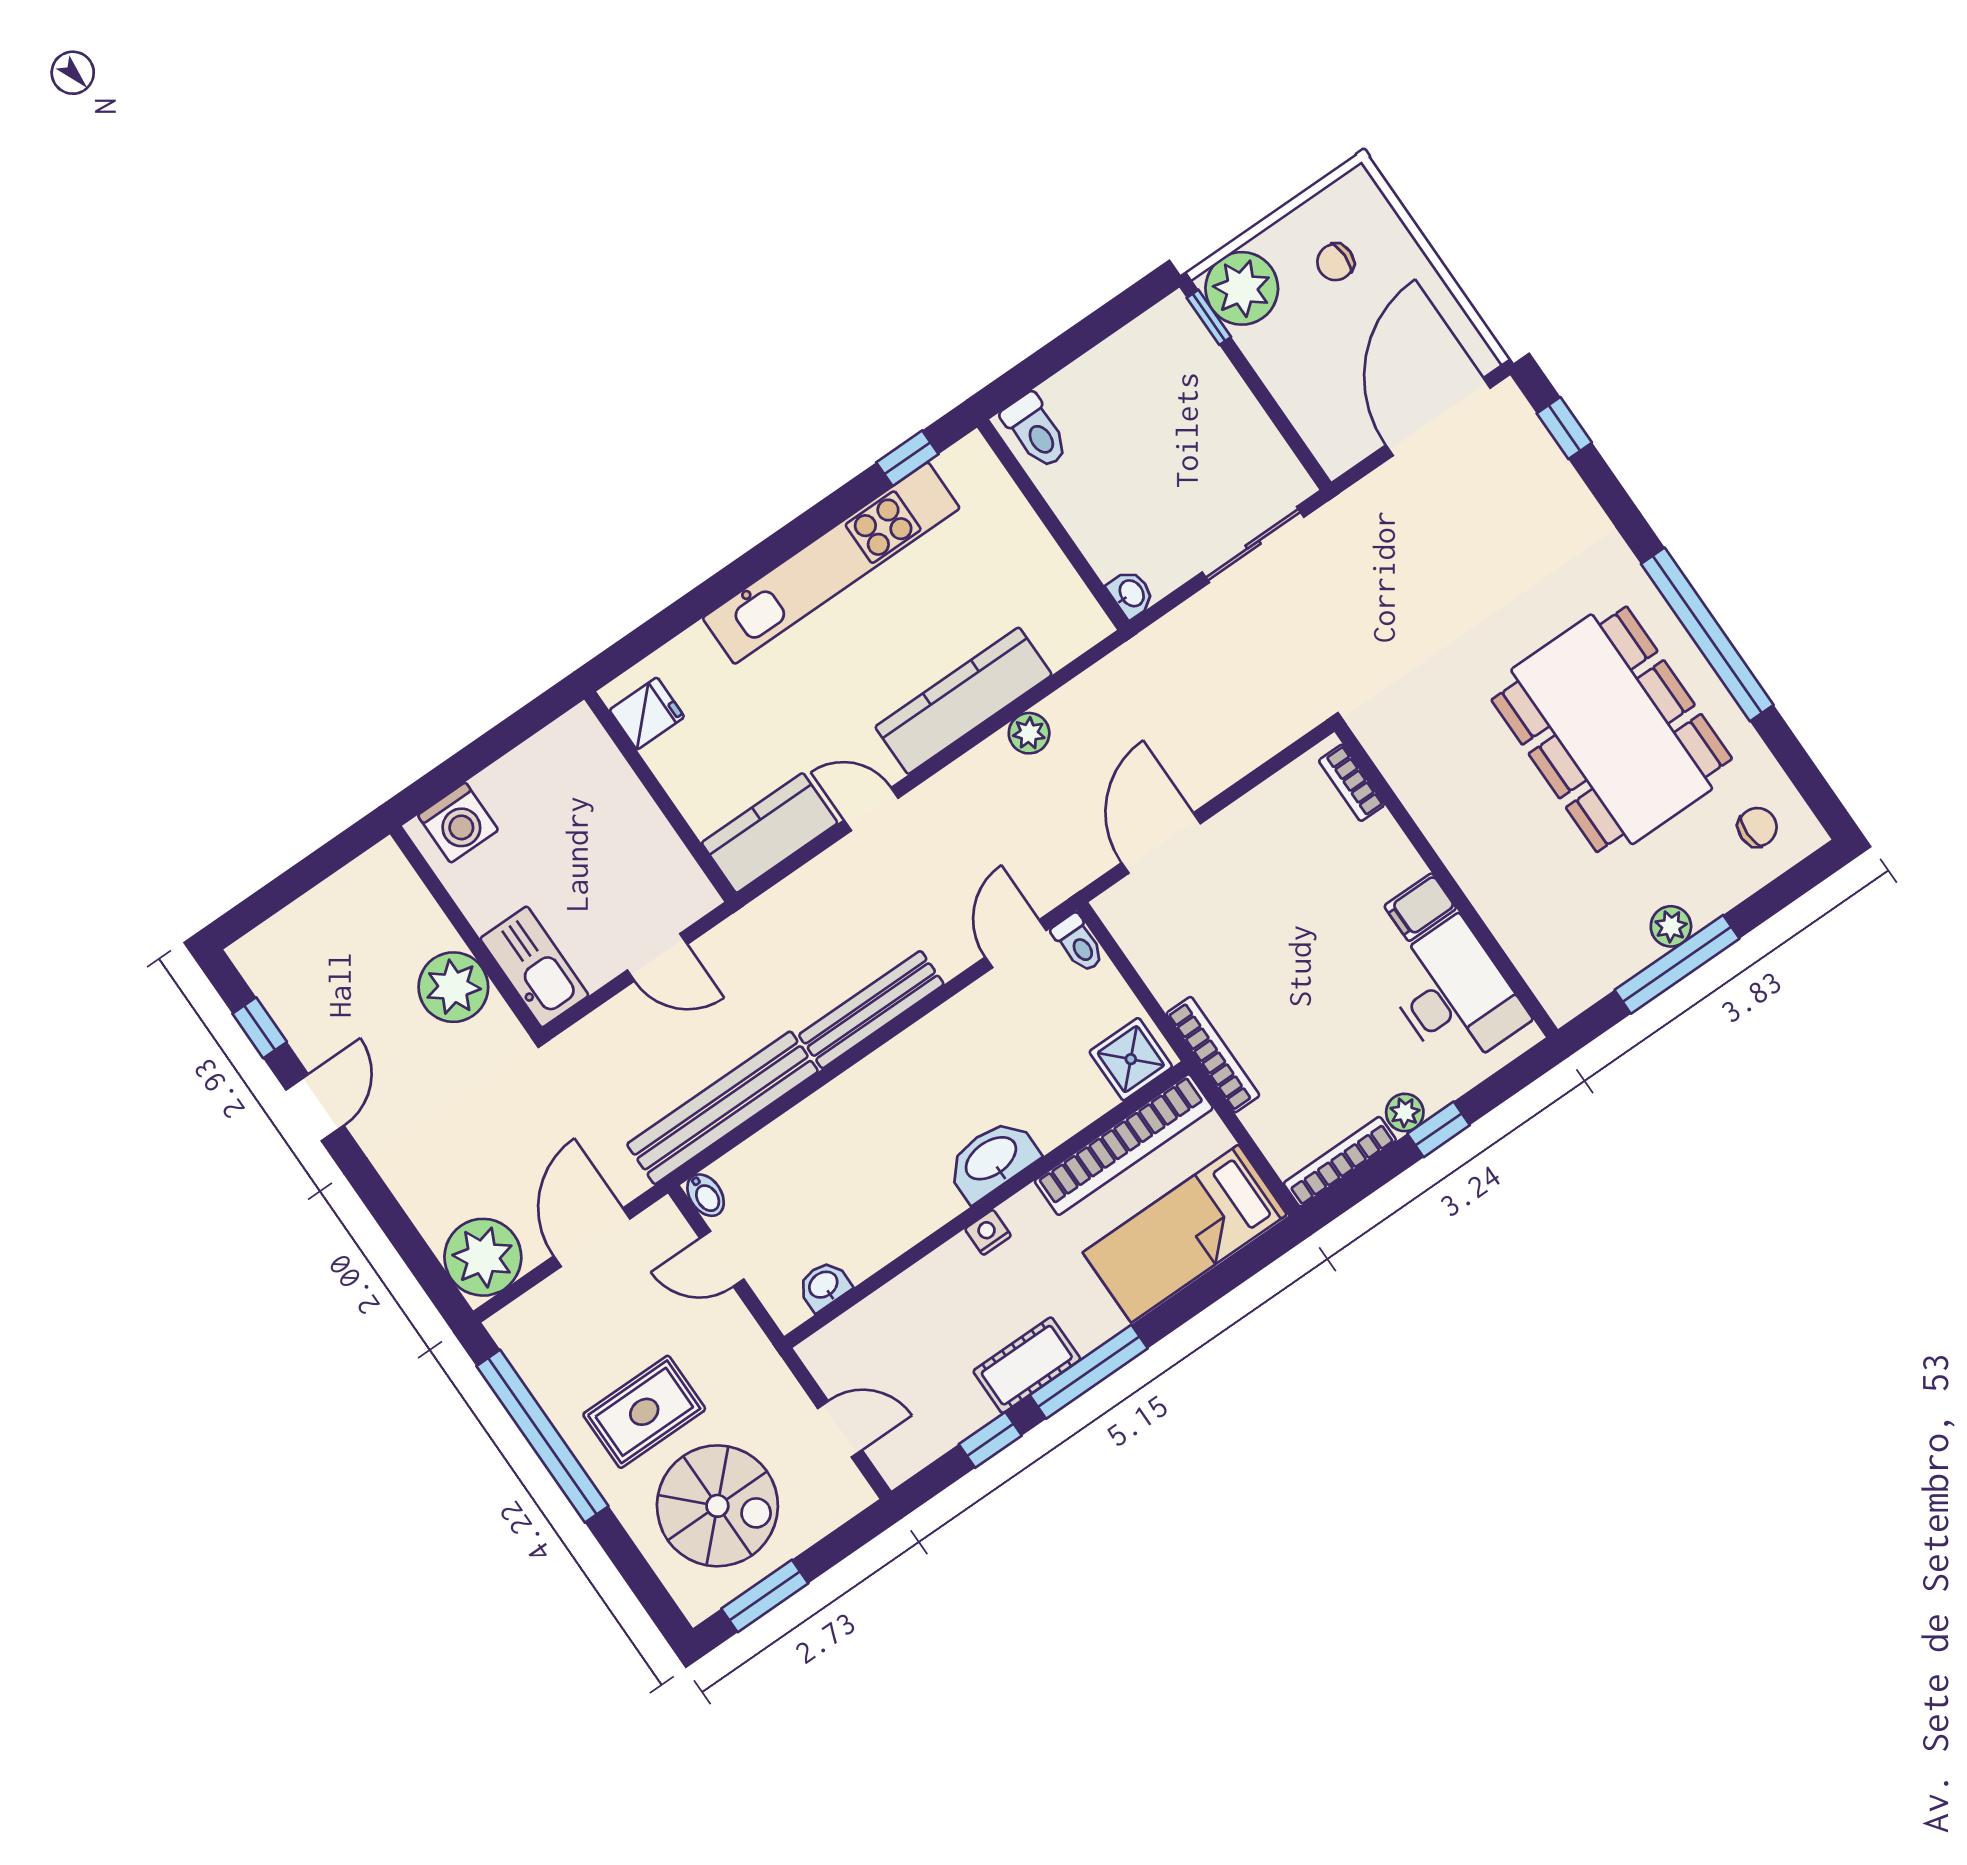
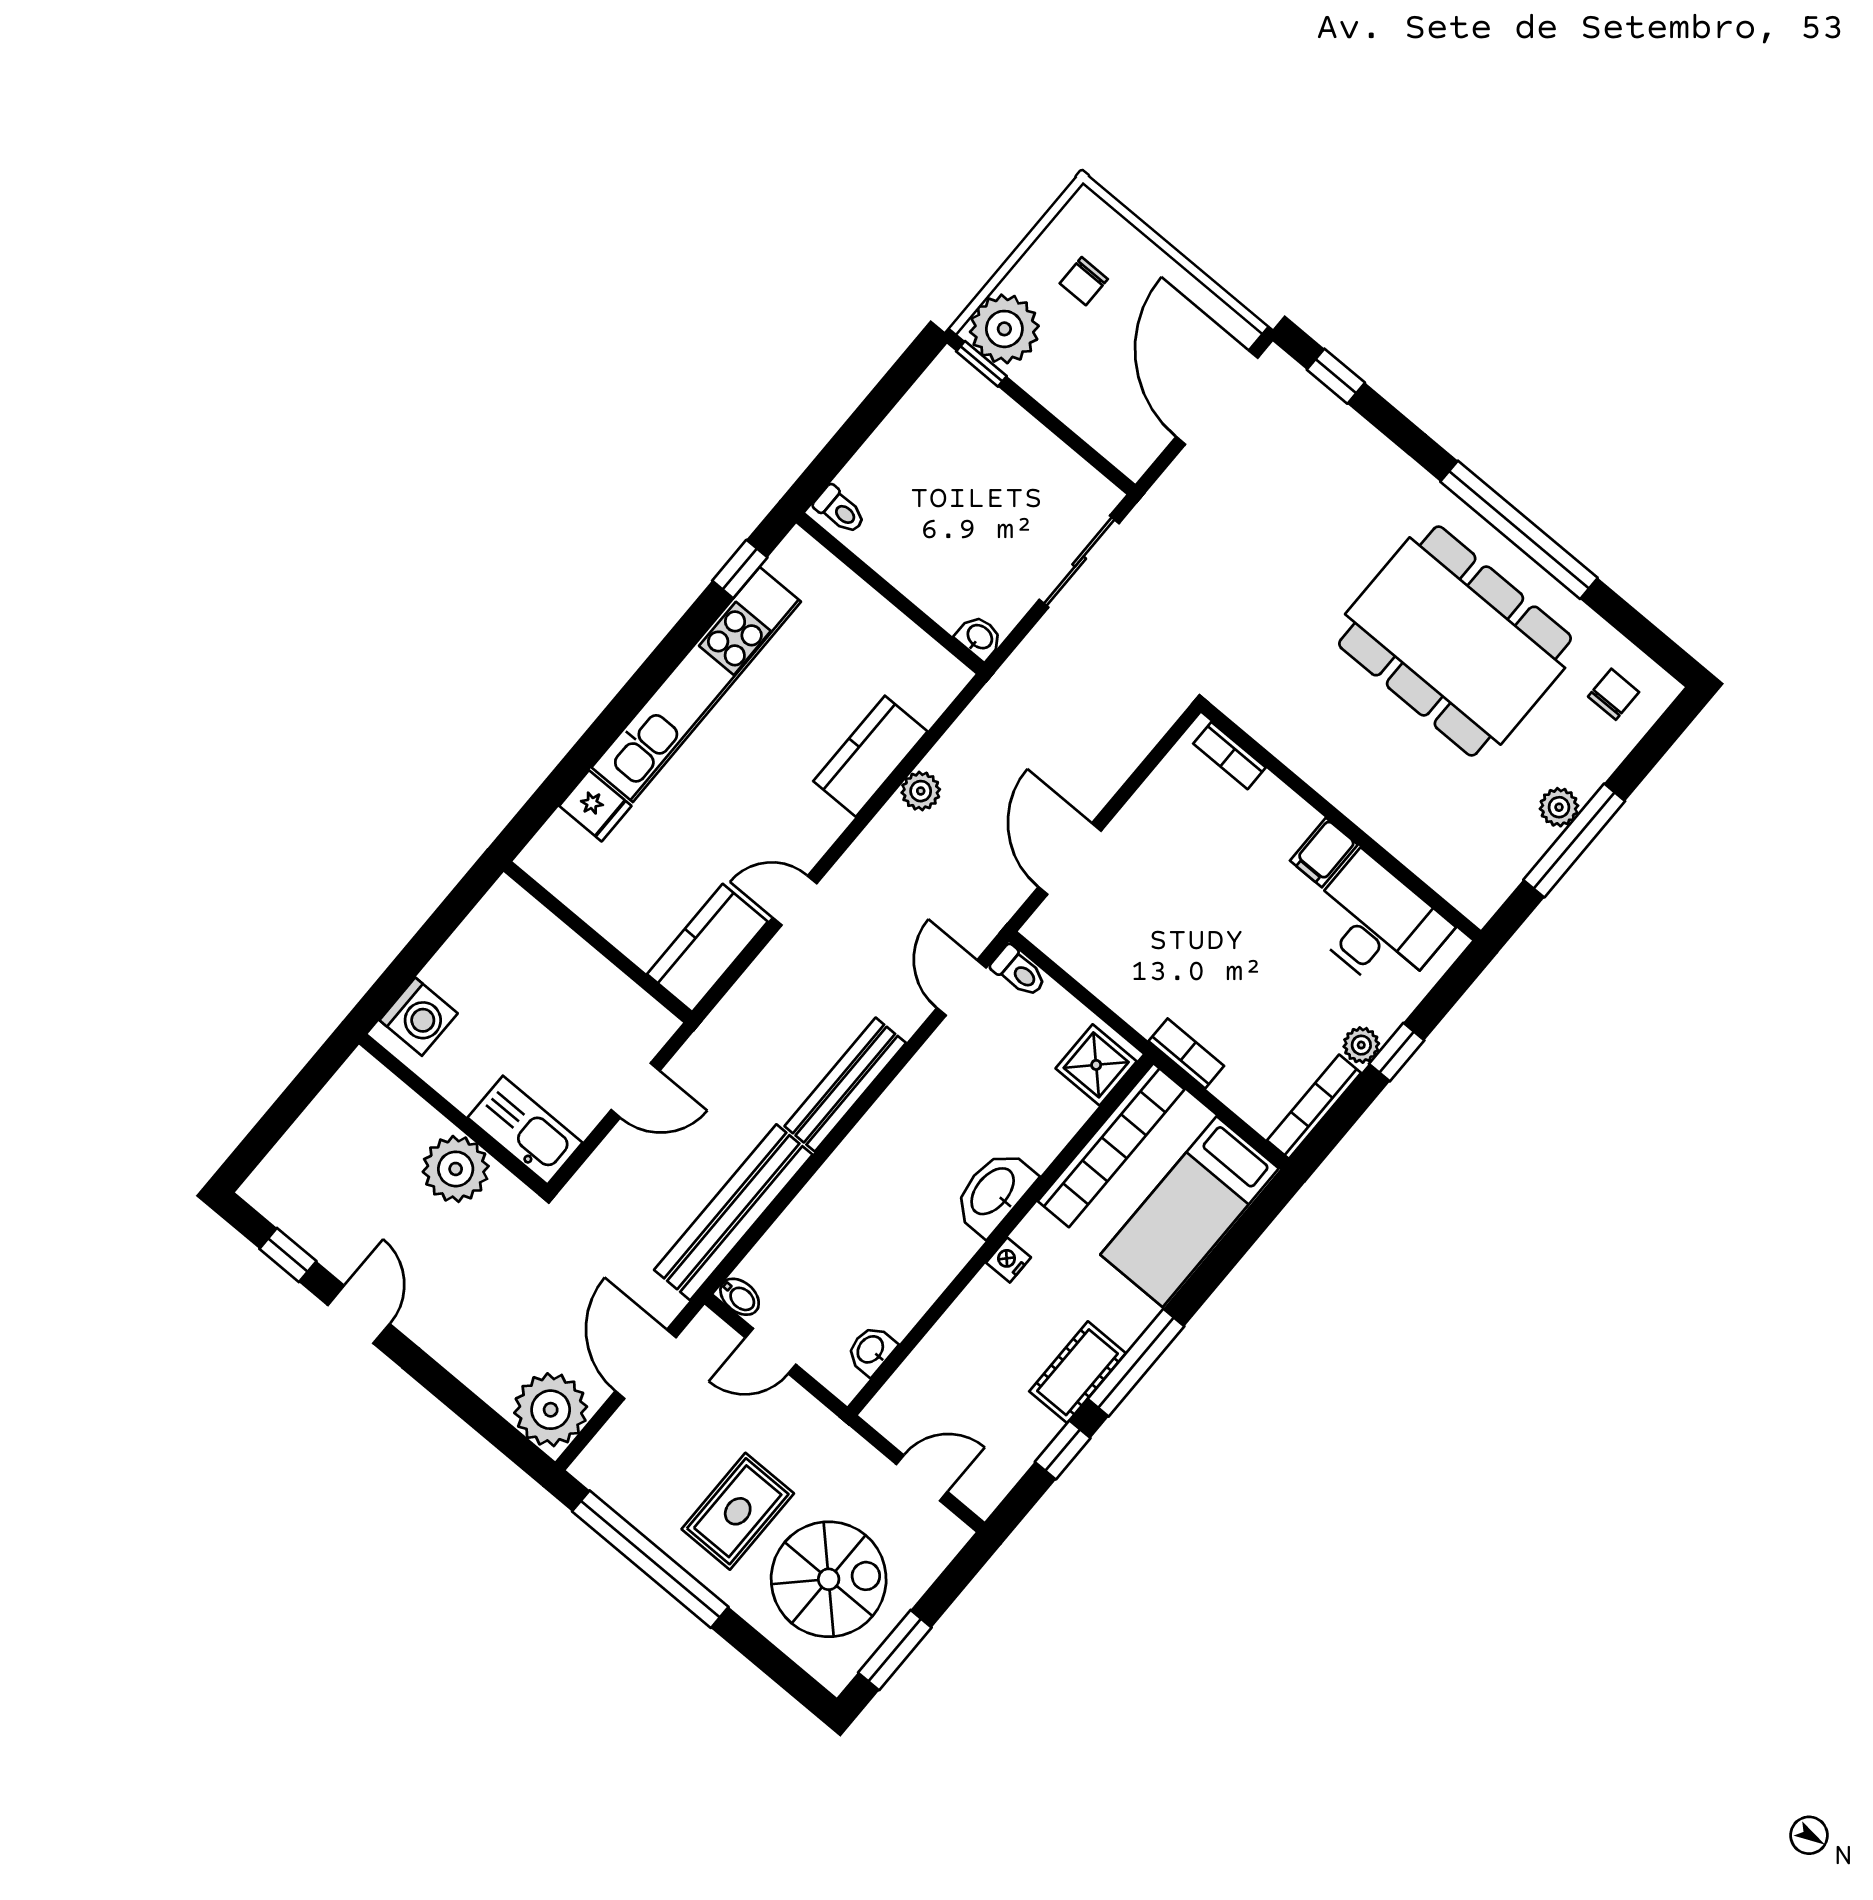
toilet: (1036, 431) -> (840, 510), width x0.73, depth x0.72
kitchen counter: (964, 701) -> (870, 756), width x0.67
fridge: (647, 713) -> (595, 806), moved, turned 90
bookcase: (1213, 1055) -> (1186, 1053), width x0.64

